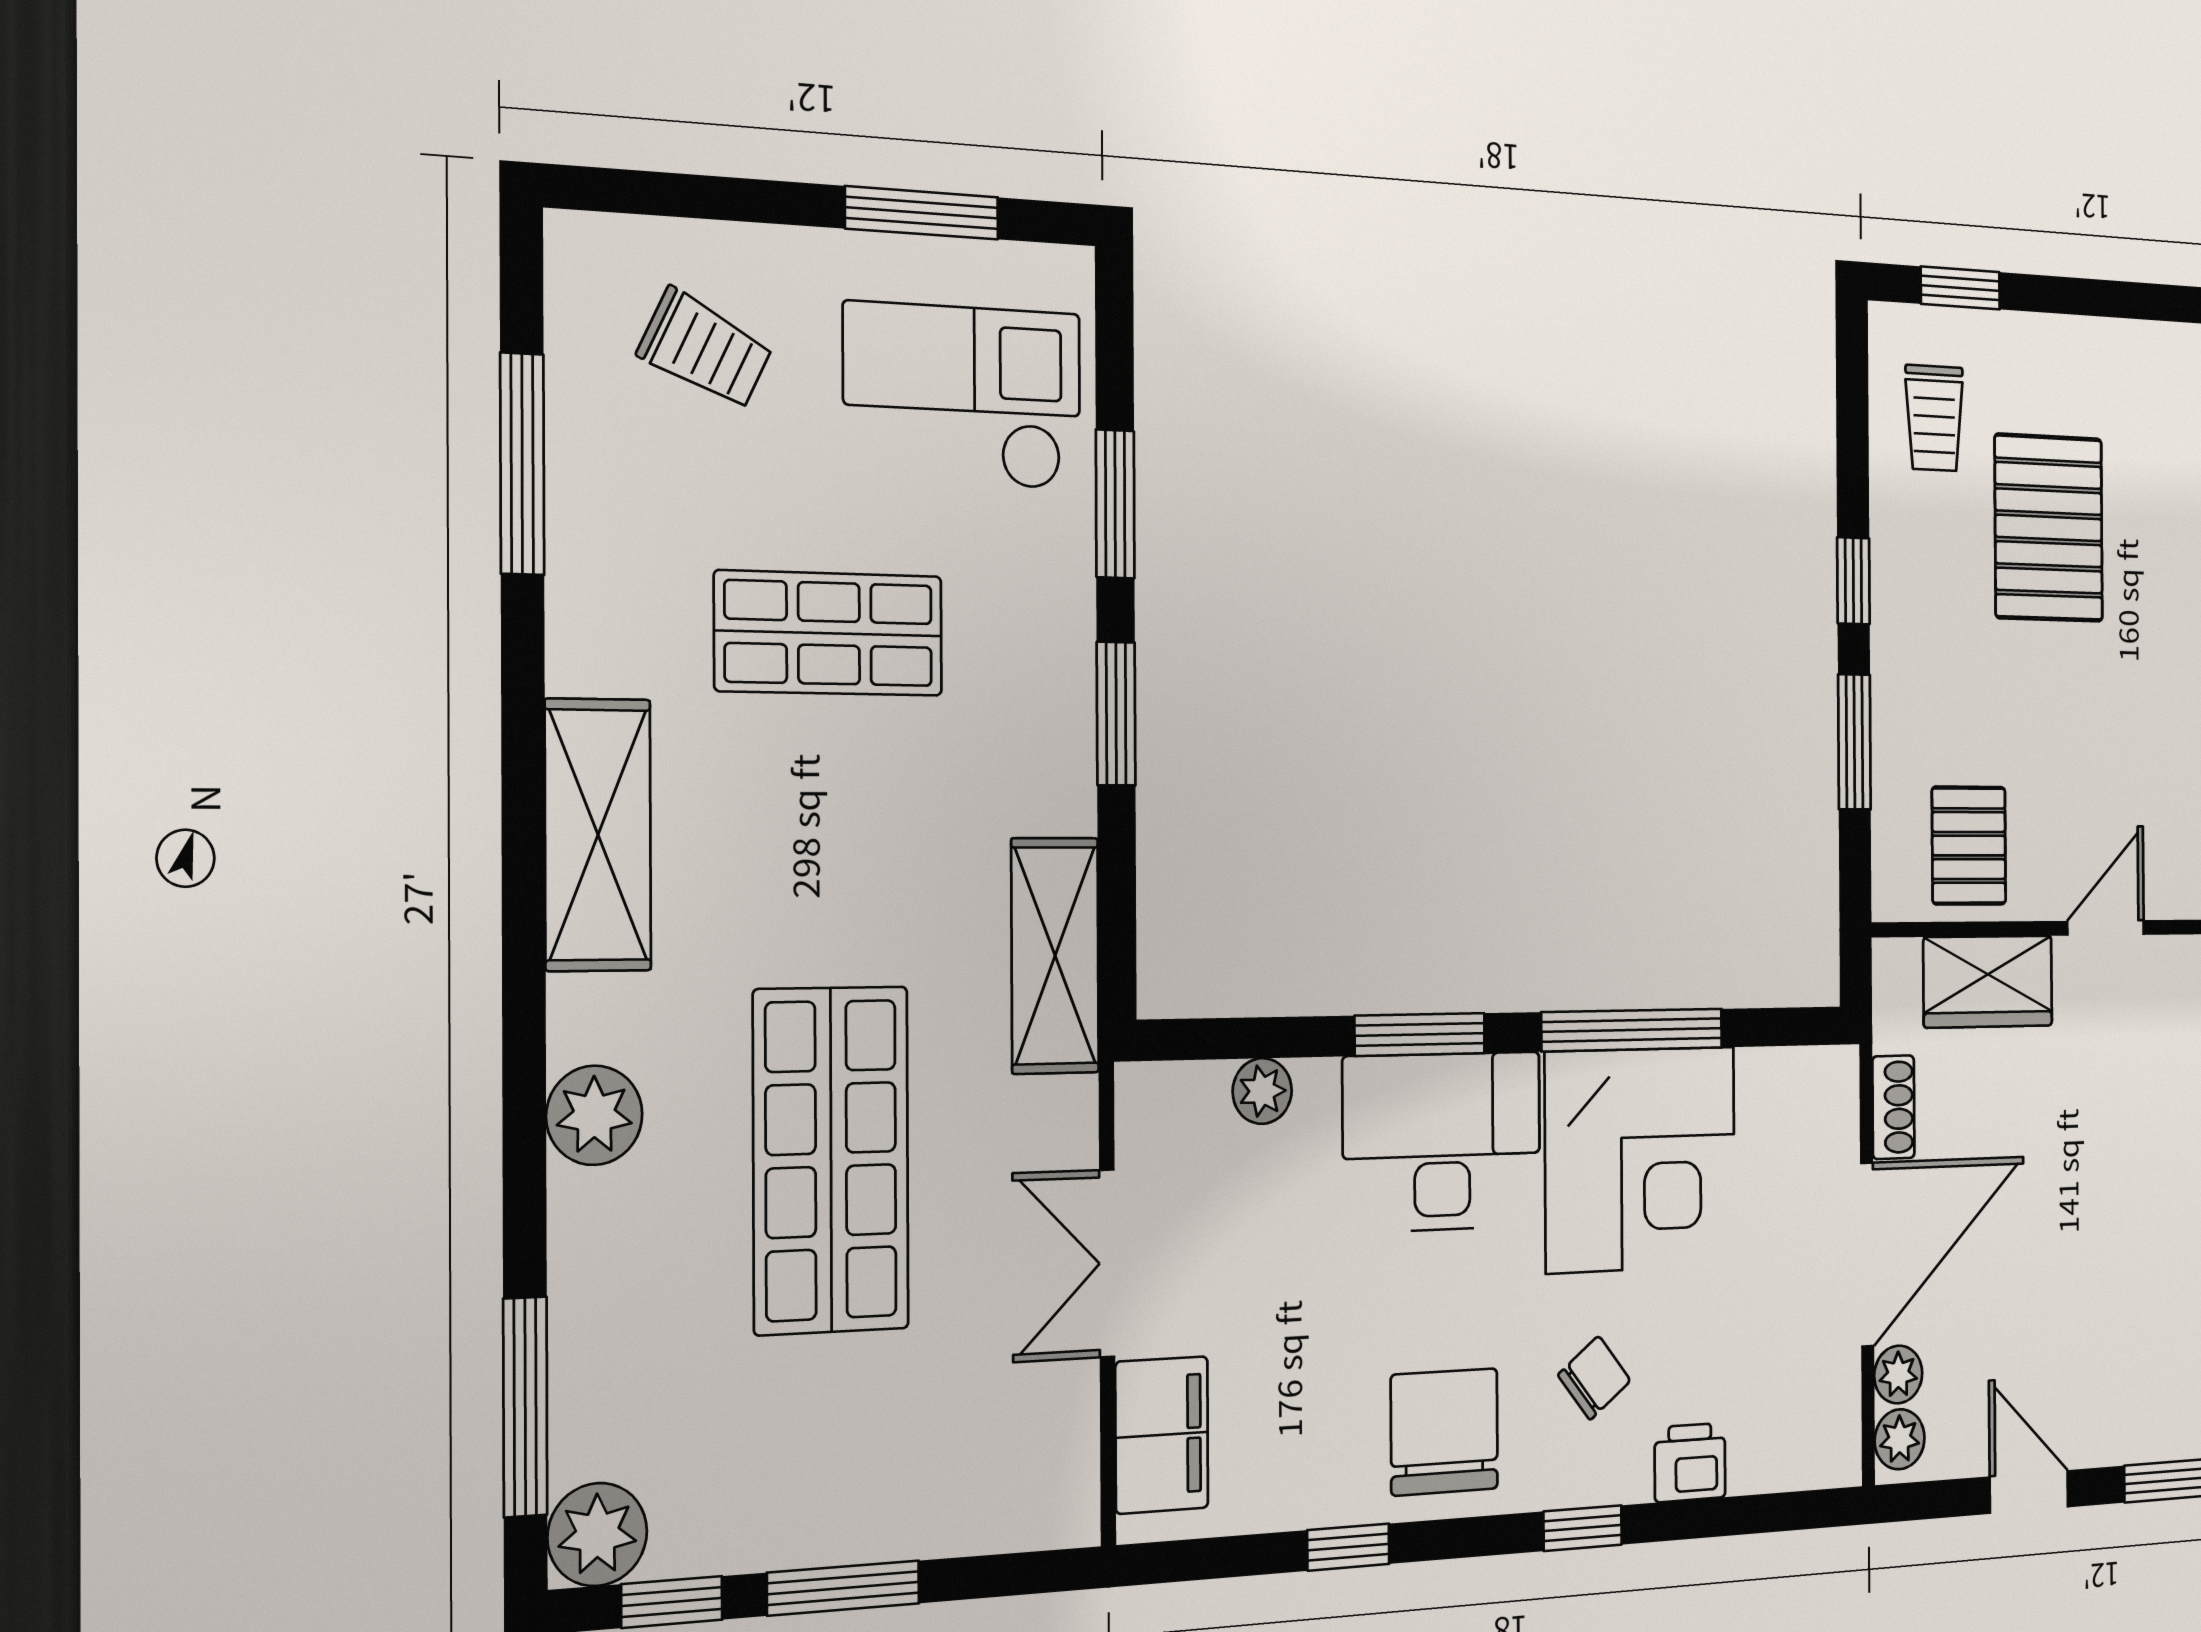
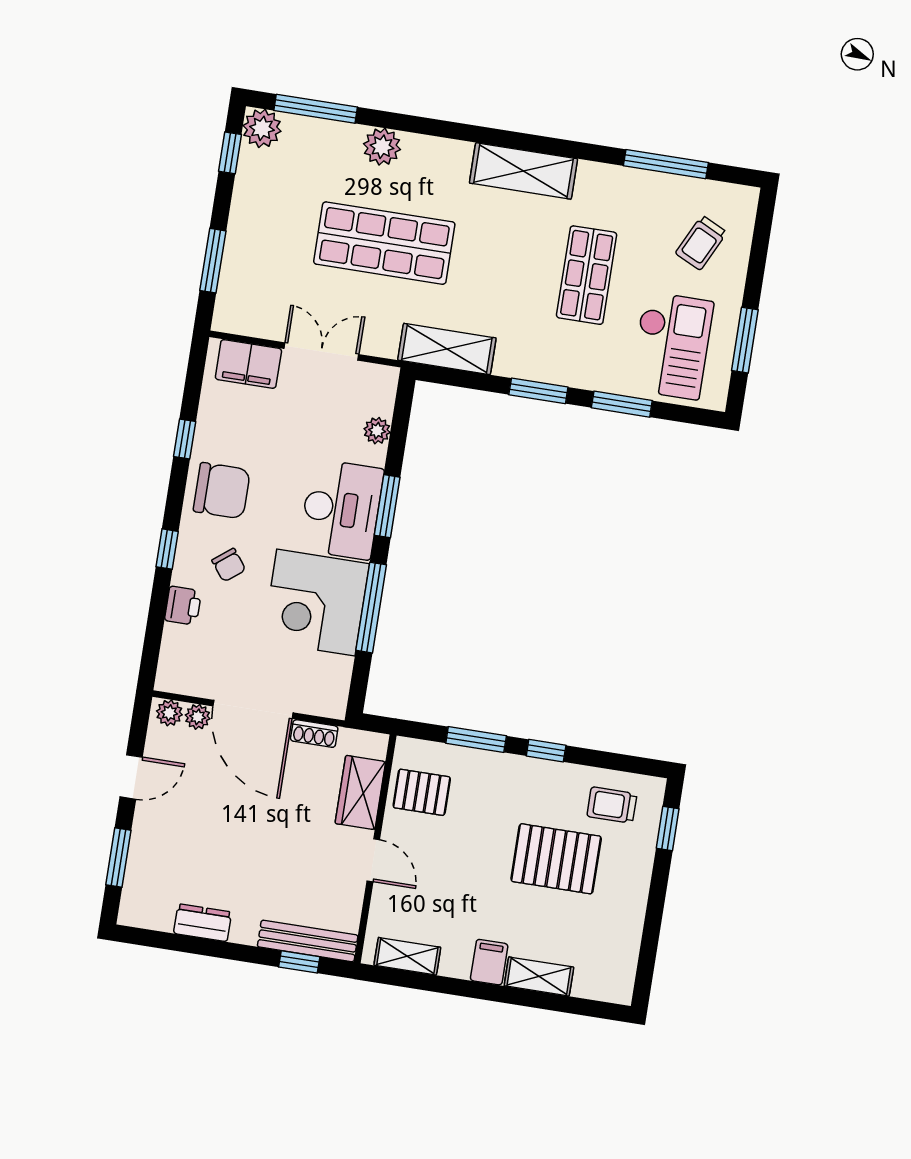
plant: (594, 1115) -> (382, 147), moved
window: (844, 1588) -> (213, 261), moved

